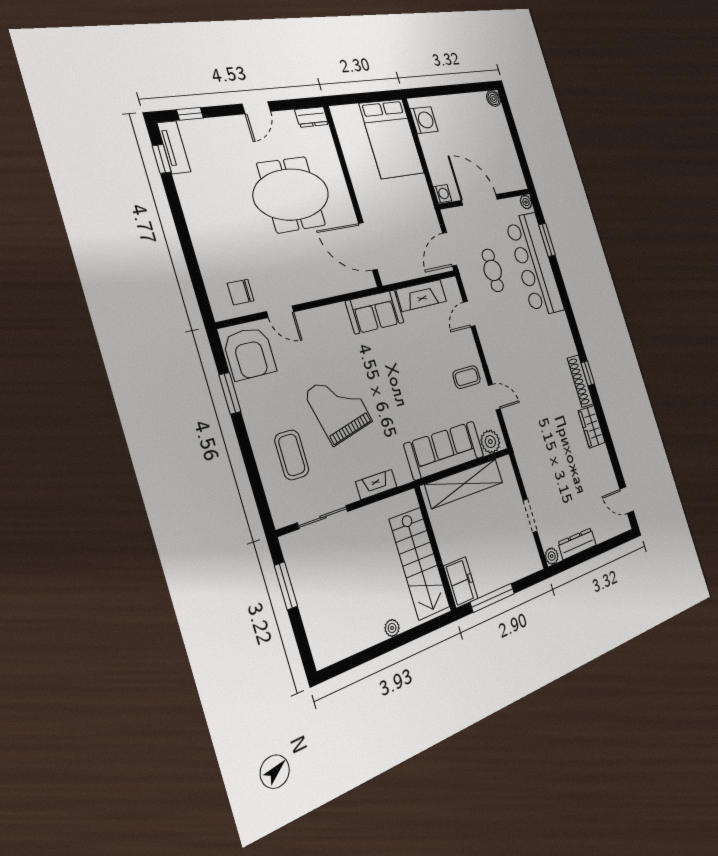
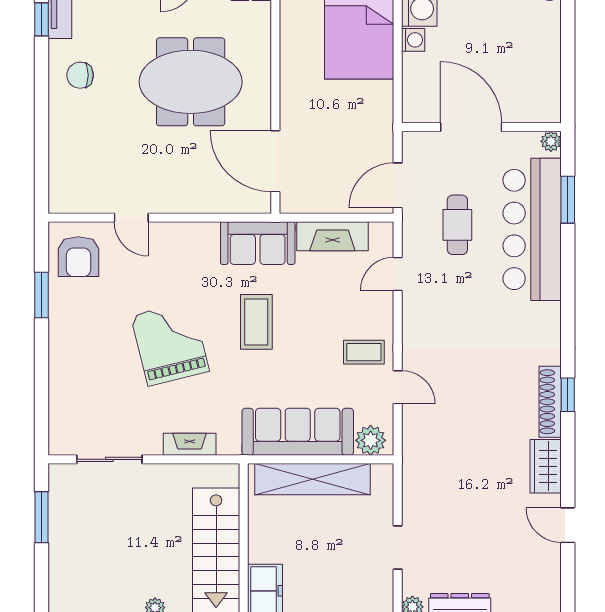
washing machine: (443, 194) -> (413, 40), moved
chair: (241, 292) -> (80, 75), moved
armchair: (250, 353) -> (78, 257), width x0.73, depth x0.73
coffee table: (292, 455) -> (256, 322), moved
door: (627, 500) -> (568, 525), moved

